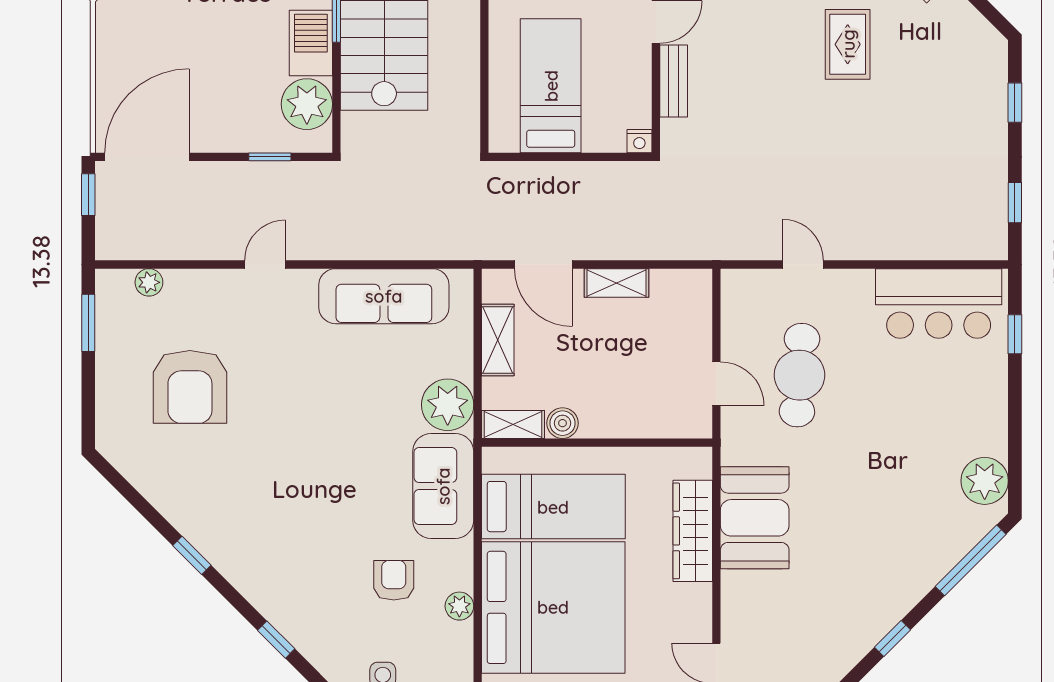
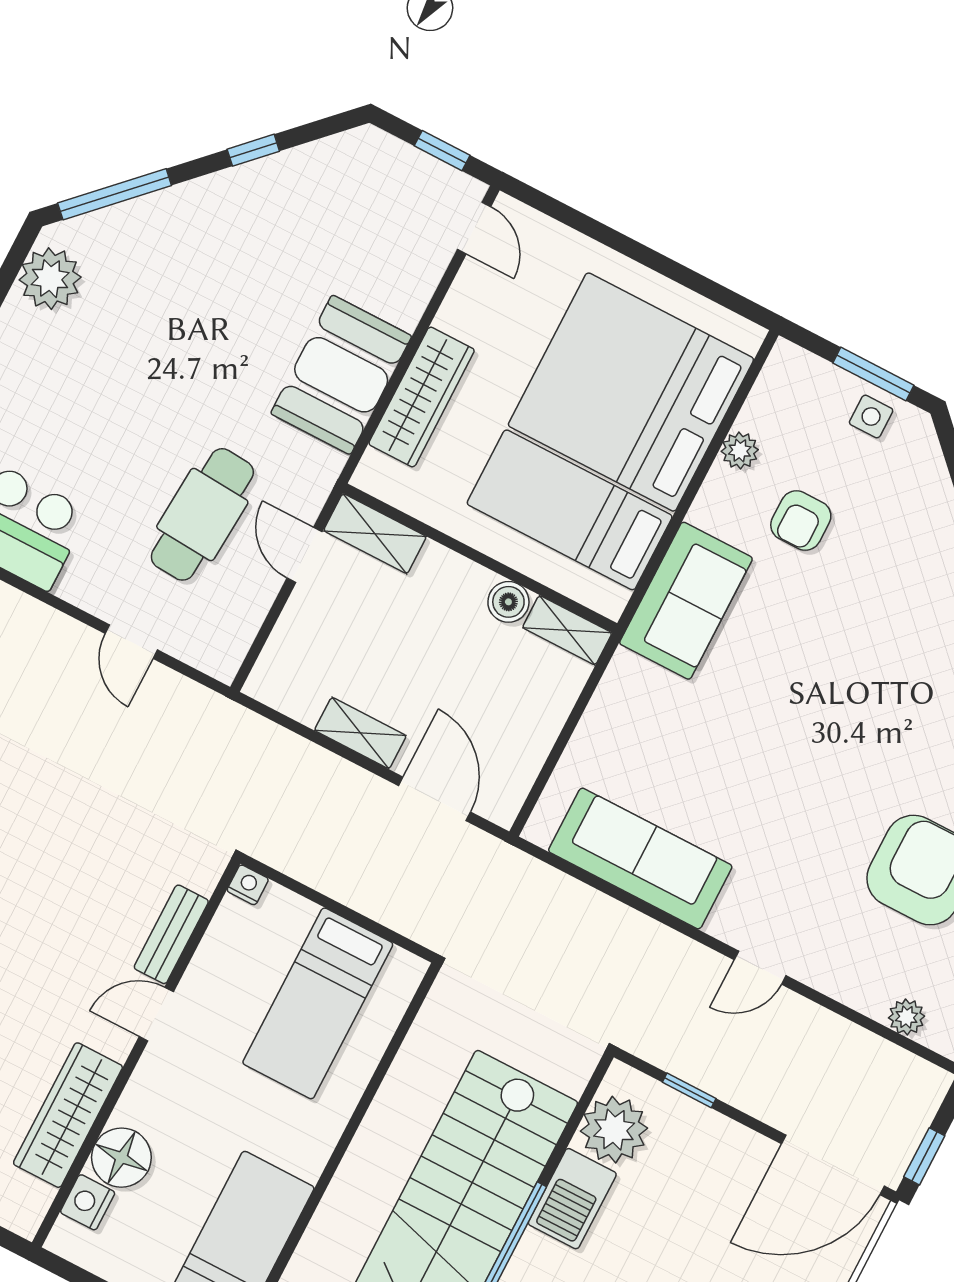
shelving: (498, 340) -> (375, 534), moved, turned 90
plant: (448, 405) -> (632, 693), removed

